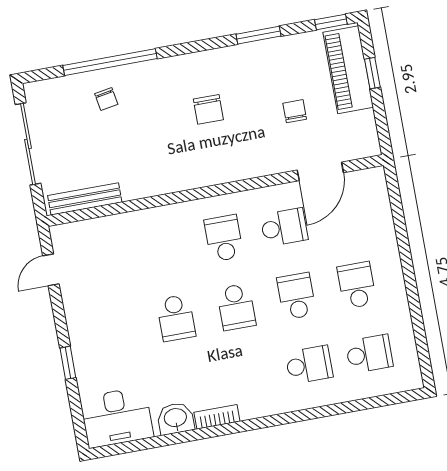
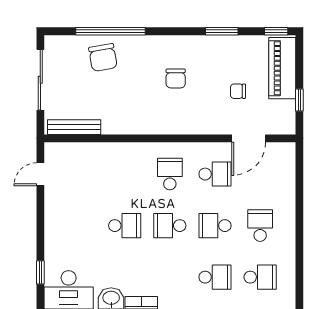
window: (372, 73) -> (299, 100), moved
chair: (106, 99) -> (103, 57), width x1.87, depth x1.87
chair: (295, 111) -> (238, 91), turned -90
school desk: (297, 296) -> (215, 226), turned -90
school desk: (236, 307) -> (170, 226), turned 90
school desk: (176, 318) -> (125, 226), turned -90
window: (68, 363) -> (40, 272), moved

